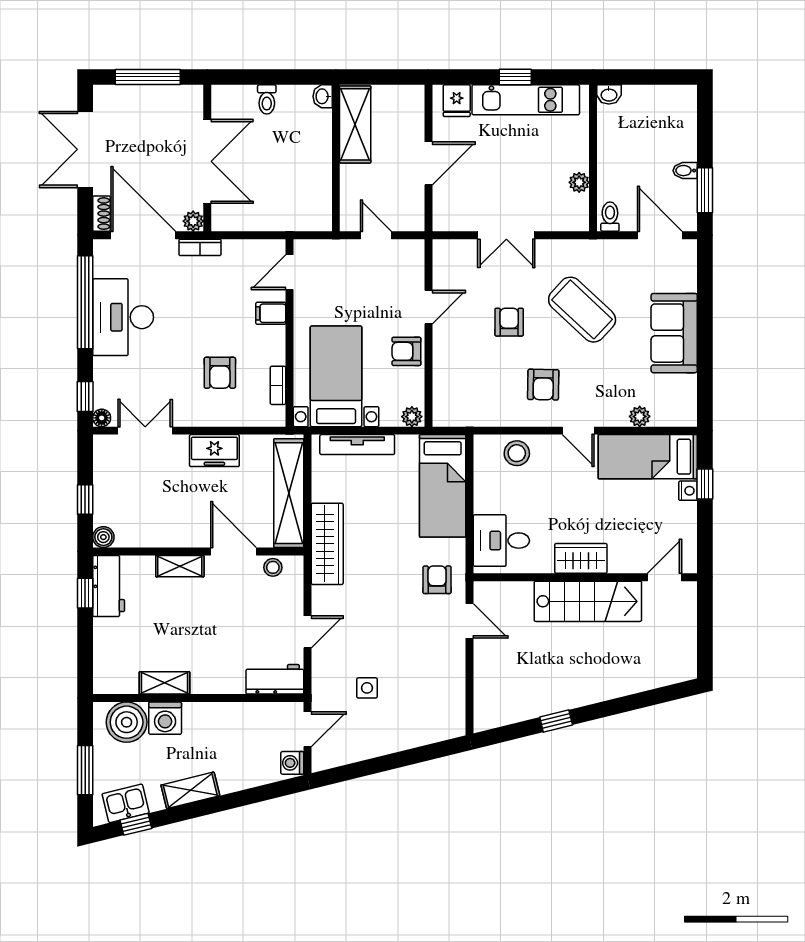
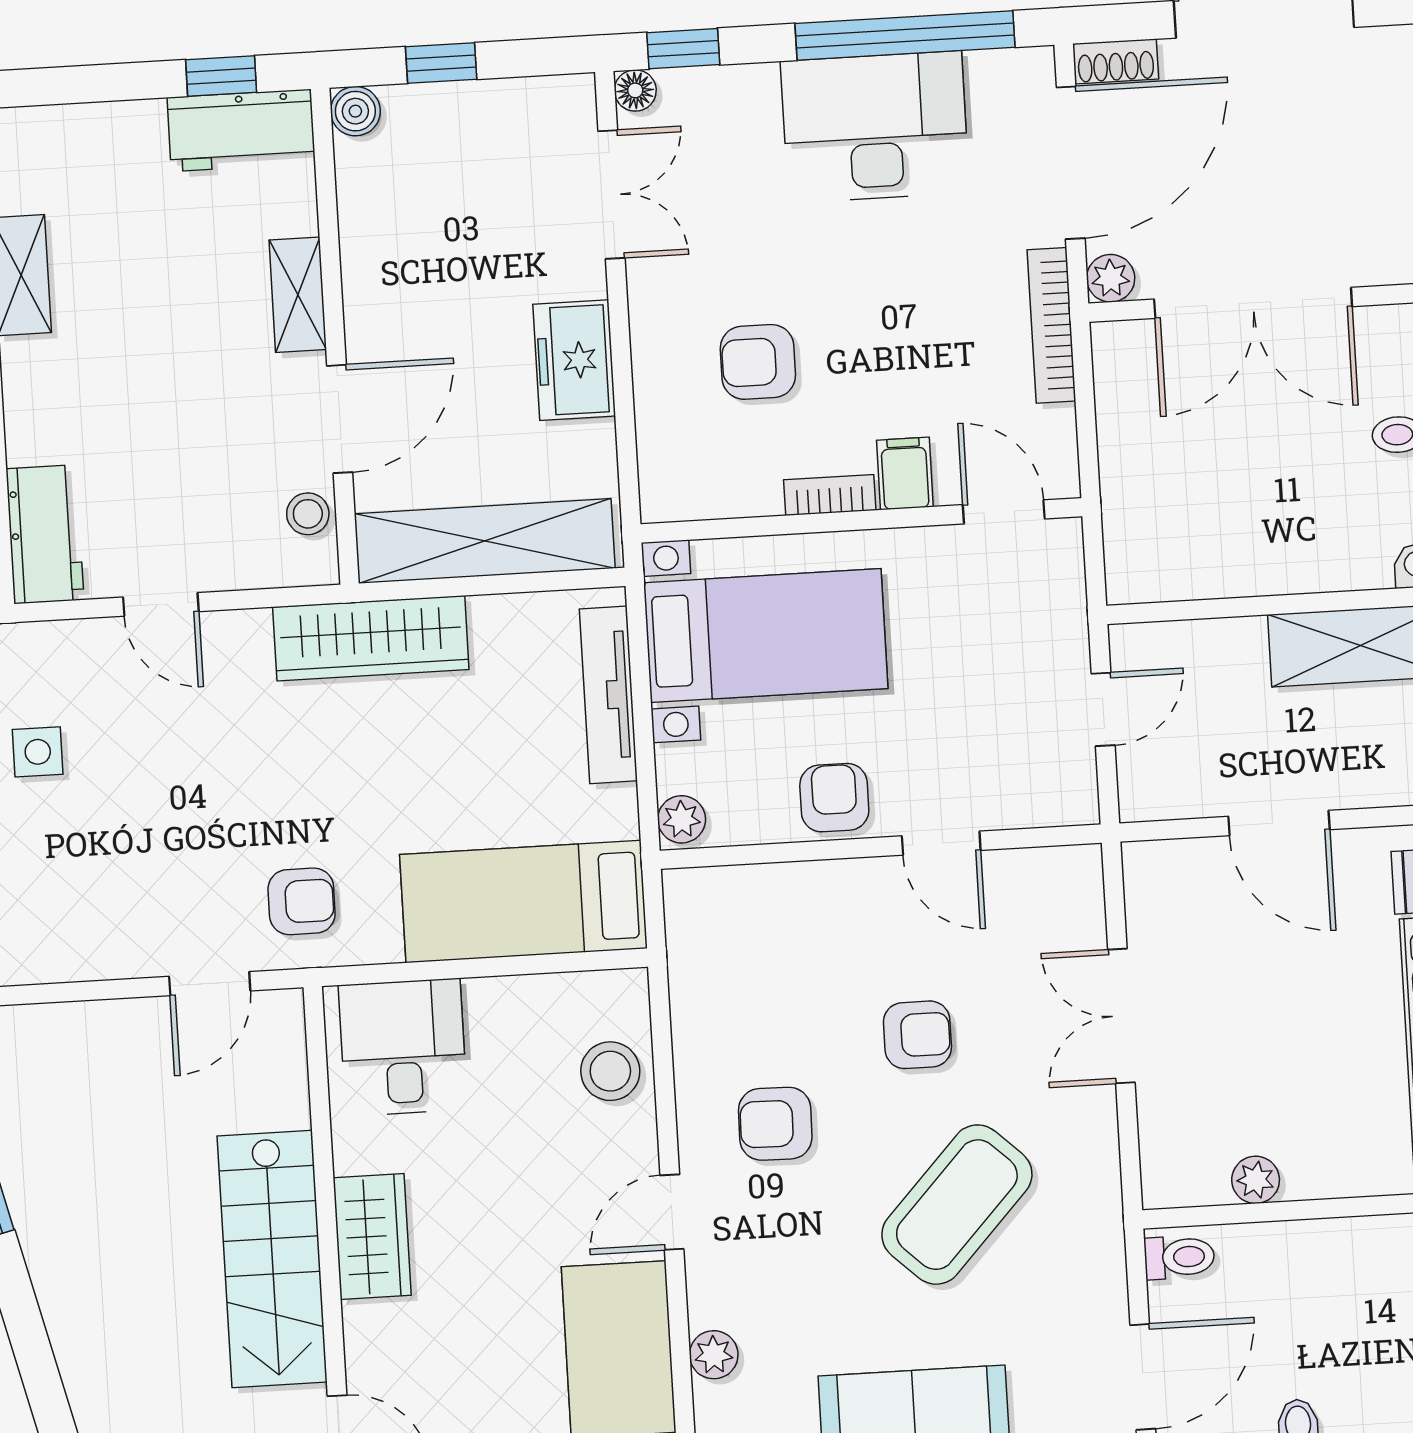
bookcase: (200, 247) -> (1051, 325), width x1.56
bookcase: (278, 385) -> (830, 495), moved

